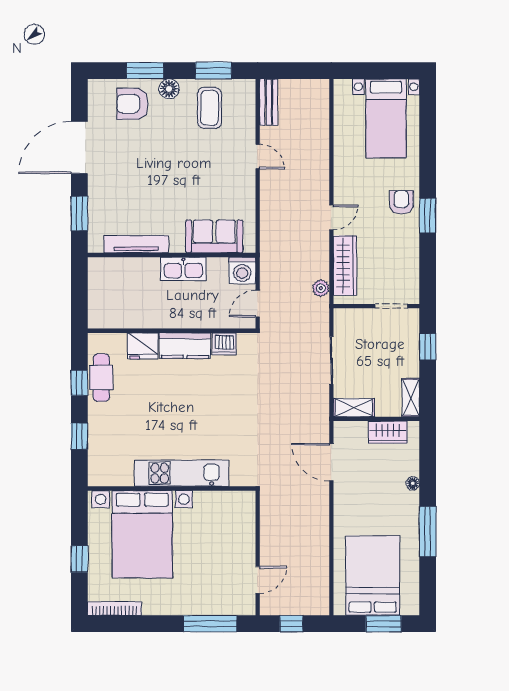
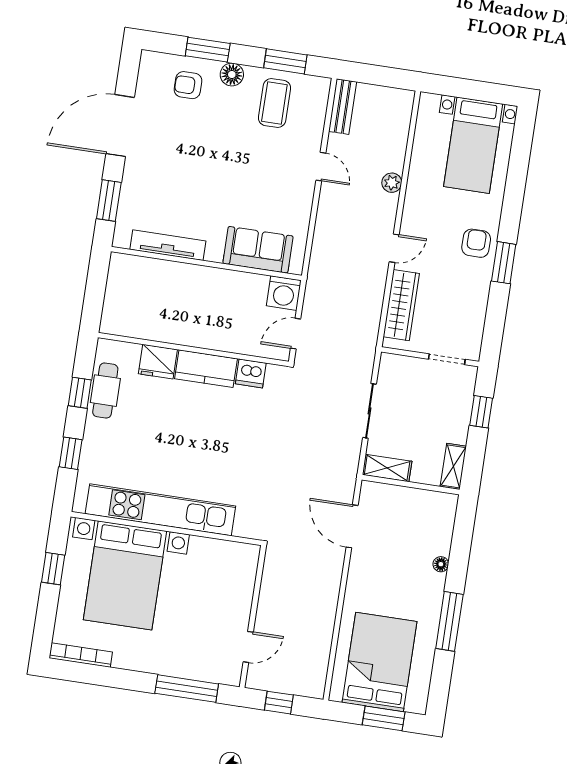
armchair: (133, 104) -> (188, 85), width x0.72, depth x0.72
kitchen sink: (183, 269) -> (217, 281), removed
plant: (321, 288) -> (392, 183), moved
wardrobe: (388, 432) -> (421, 502), removed
kitchen unit: (181, 473) -> (160, 510), width x1.36
window: (79, 559) -> (53, 569), moved

